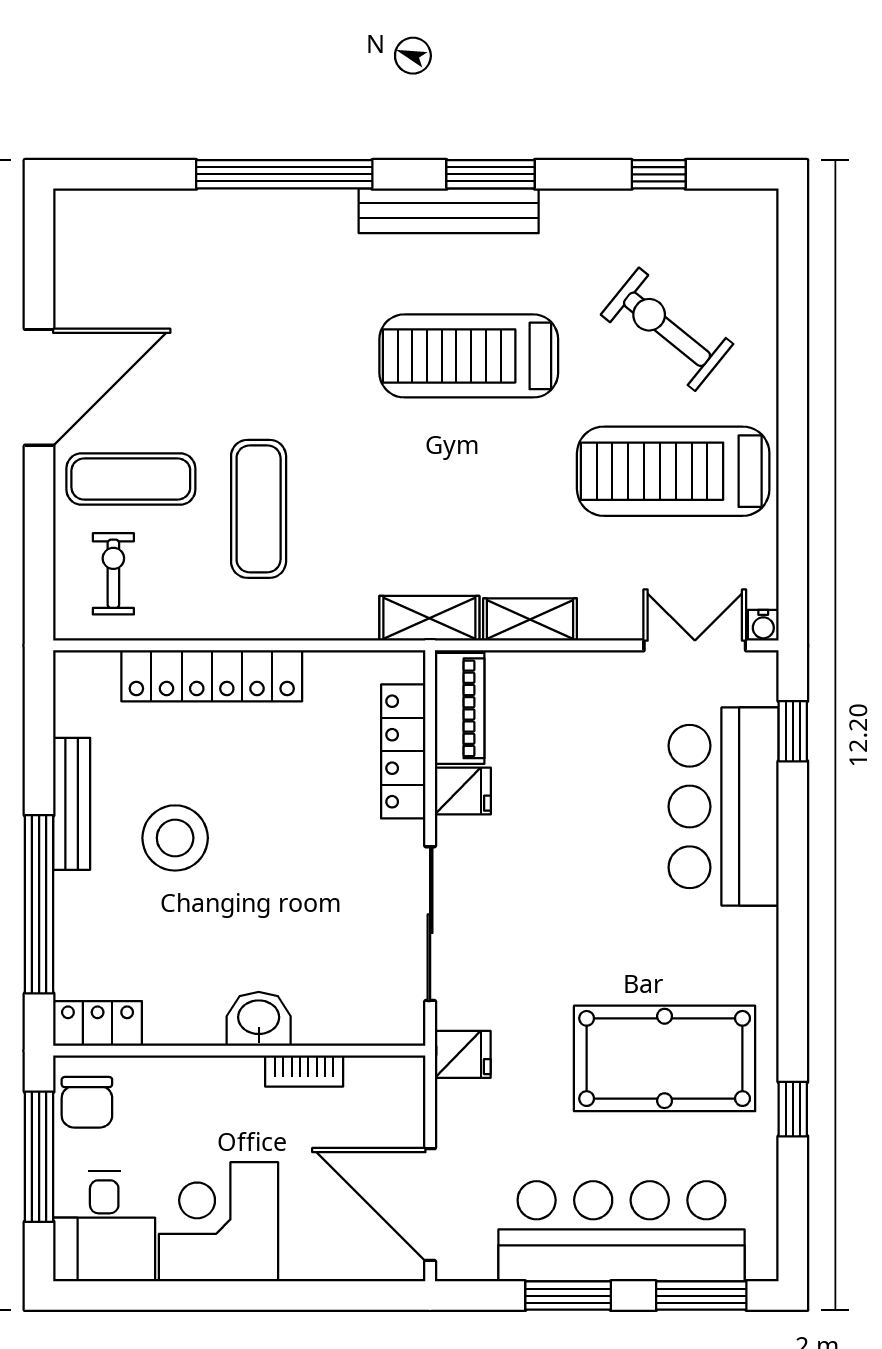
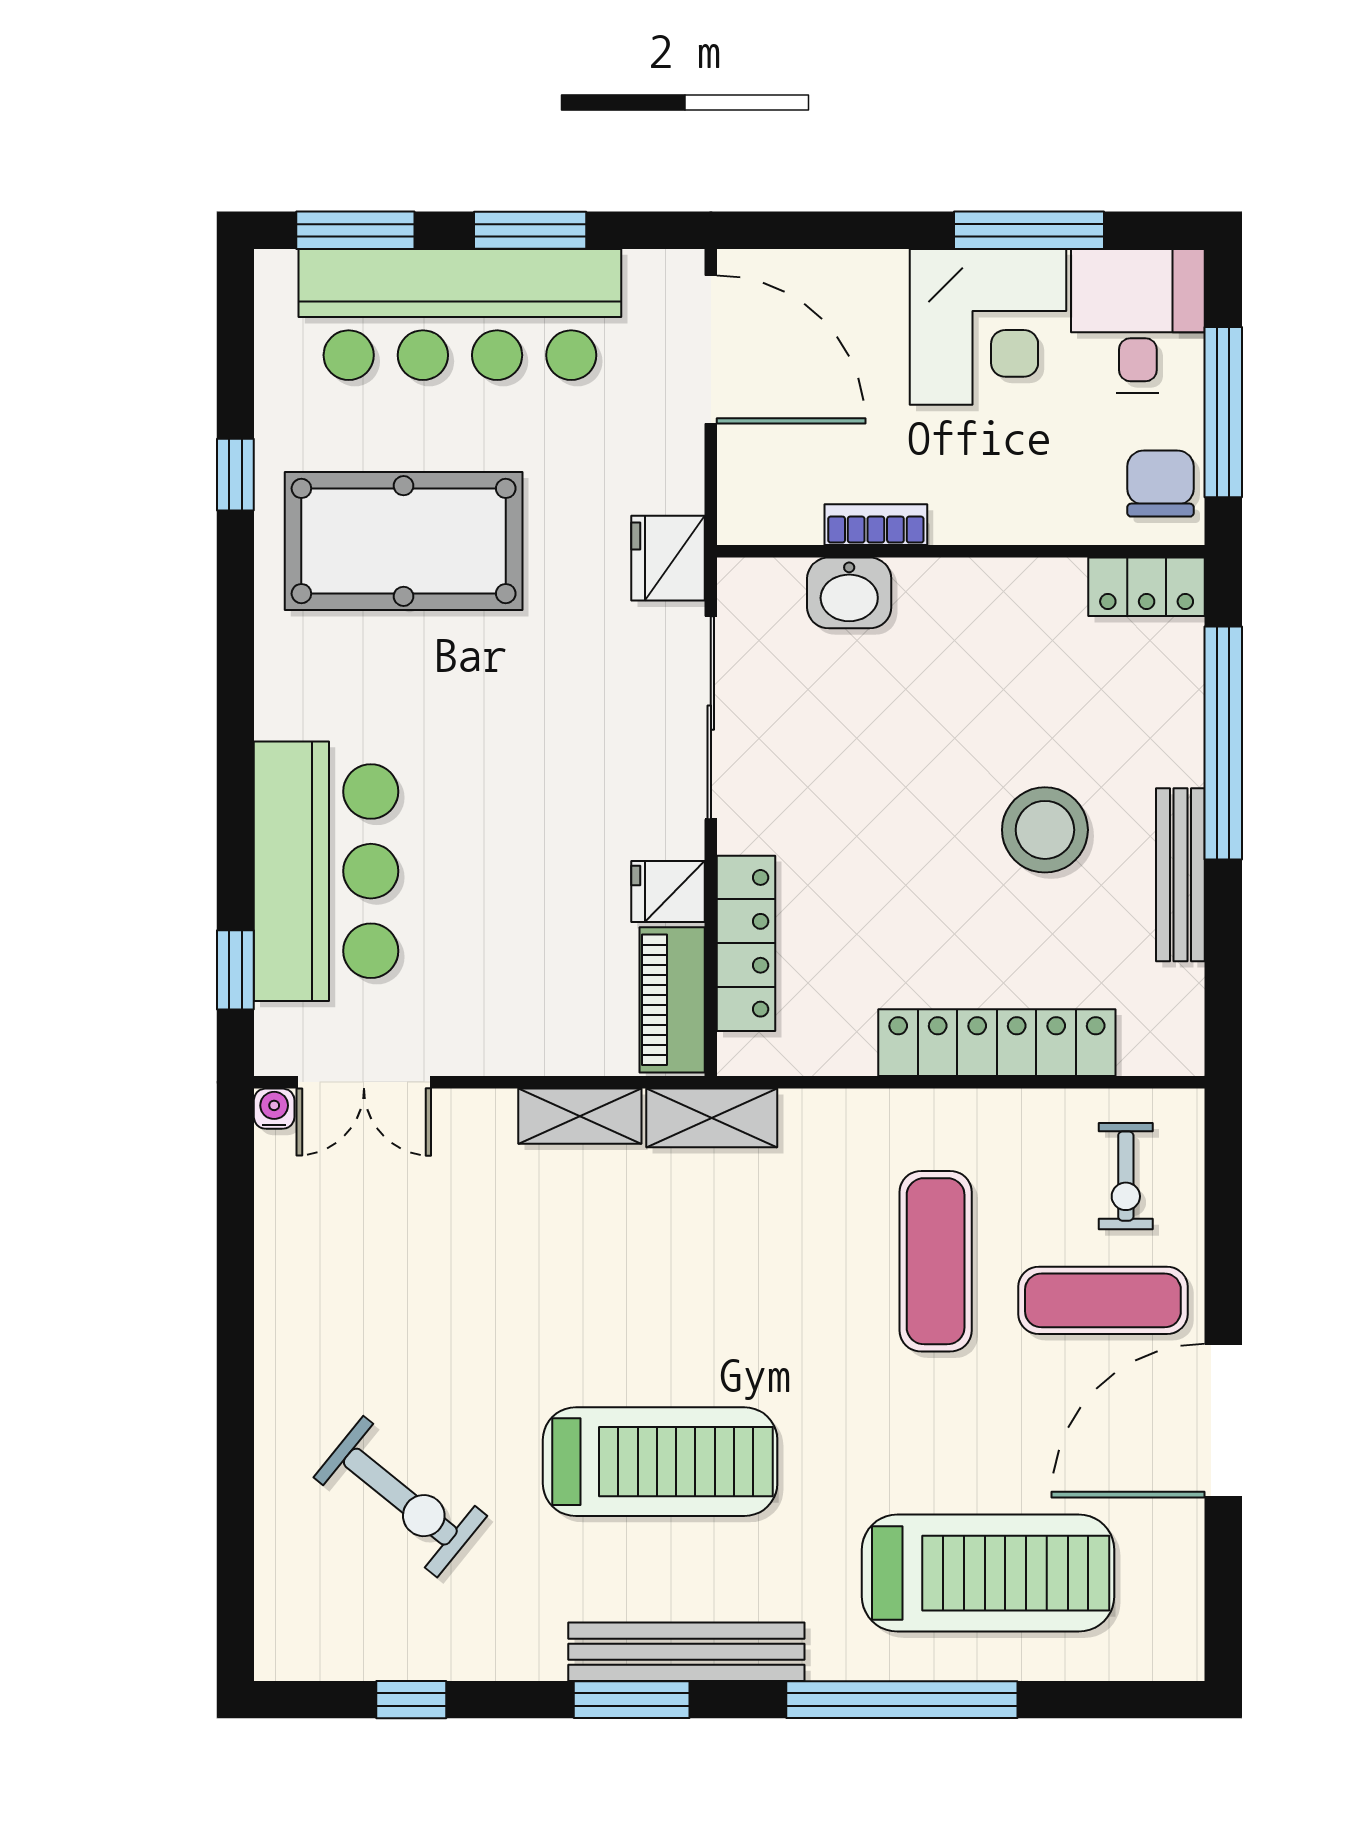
treadmill: (673, 471) -> (988, 1573), moved
washbasin: (259, 1019) -> (849, 593), moved
fridge: (463, 1054) -> (668, 558), width x1.38
window: (187, 1296) -> (1029, 230), added

